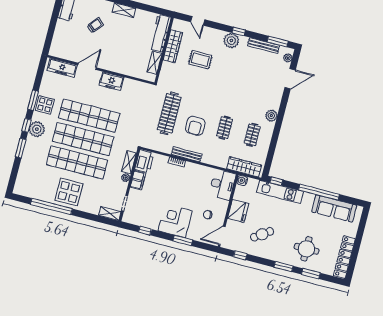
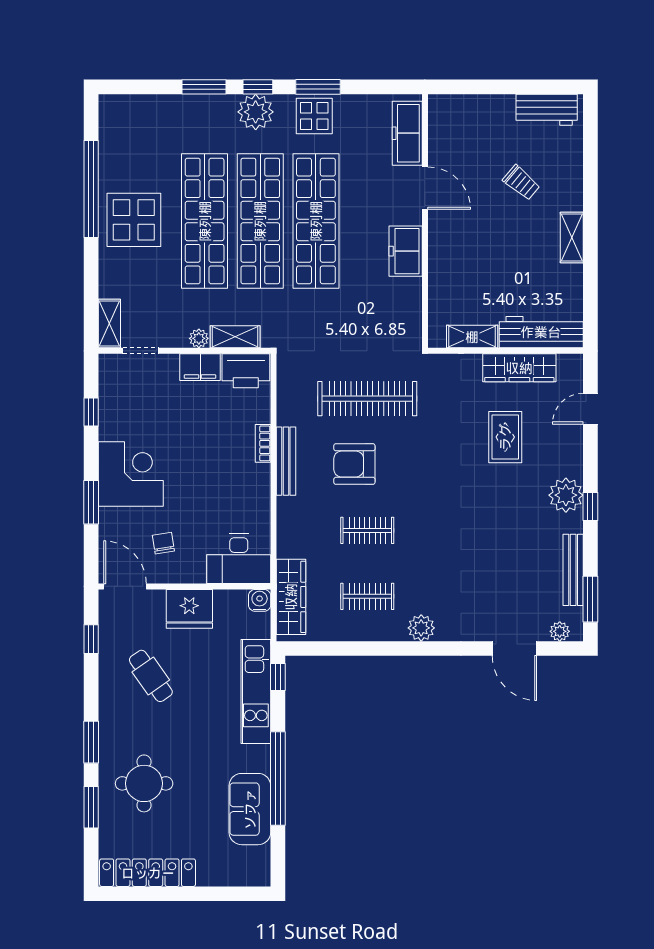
sofa: (334, 209) -> (250, 809), width x0.73

